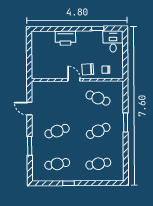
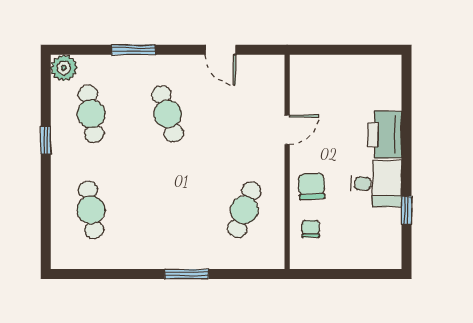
desk: (113, 41) -> (376, 183), moved
door: (74, 80) -> (287, 130), moved
door: (29, 109) -> (220, 50), swing flipped
cafe table: (98, 131) -> (168, 210), removed
plant: (38, 176) -> (64, 68), added

